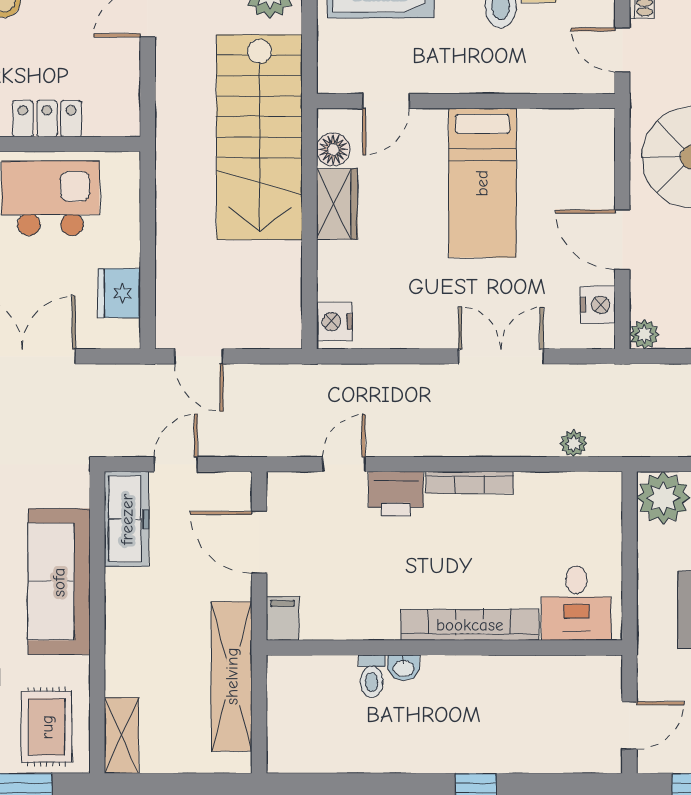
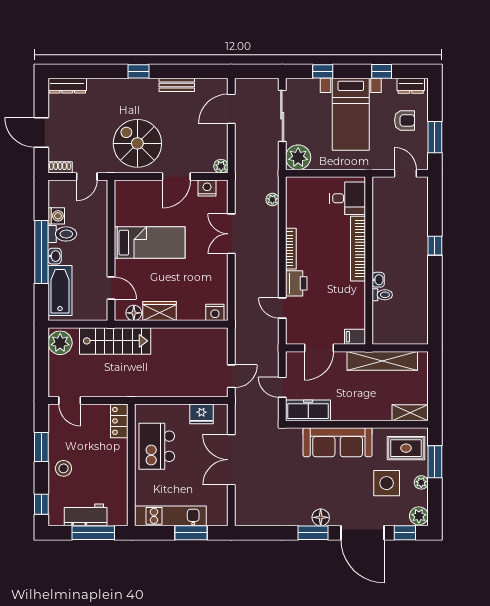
locker: (47, 119) -> (119, 421), moved
stairs: (259, 137) -> (115, 341), width x0.73, depth x0.66

